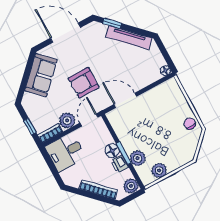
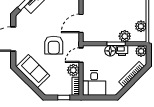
door: (89, 120) -> (81, 55), hinge flipped

